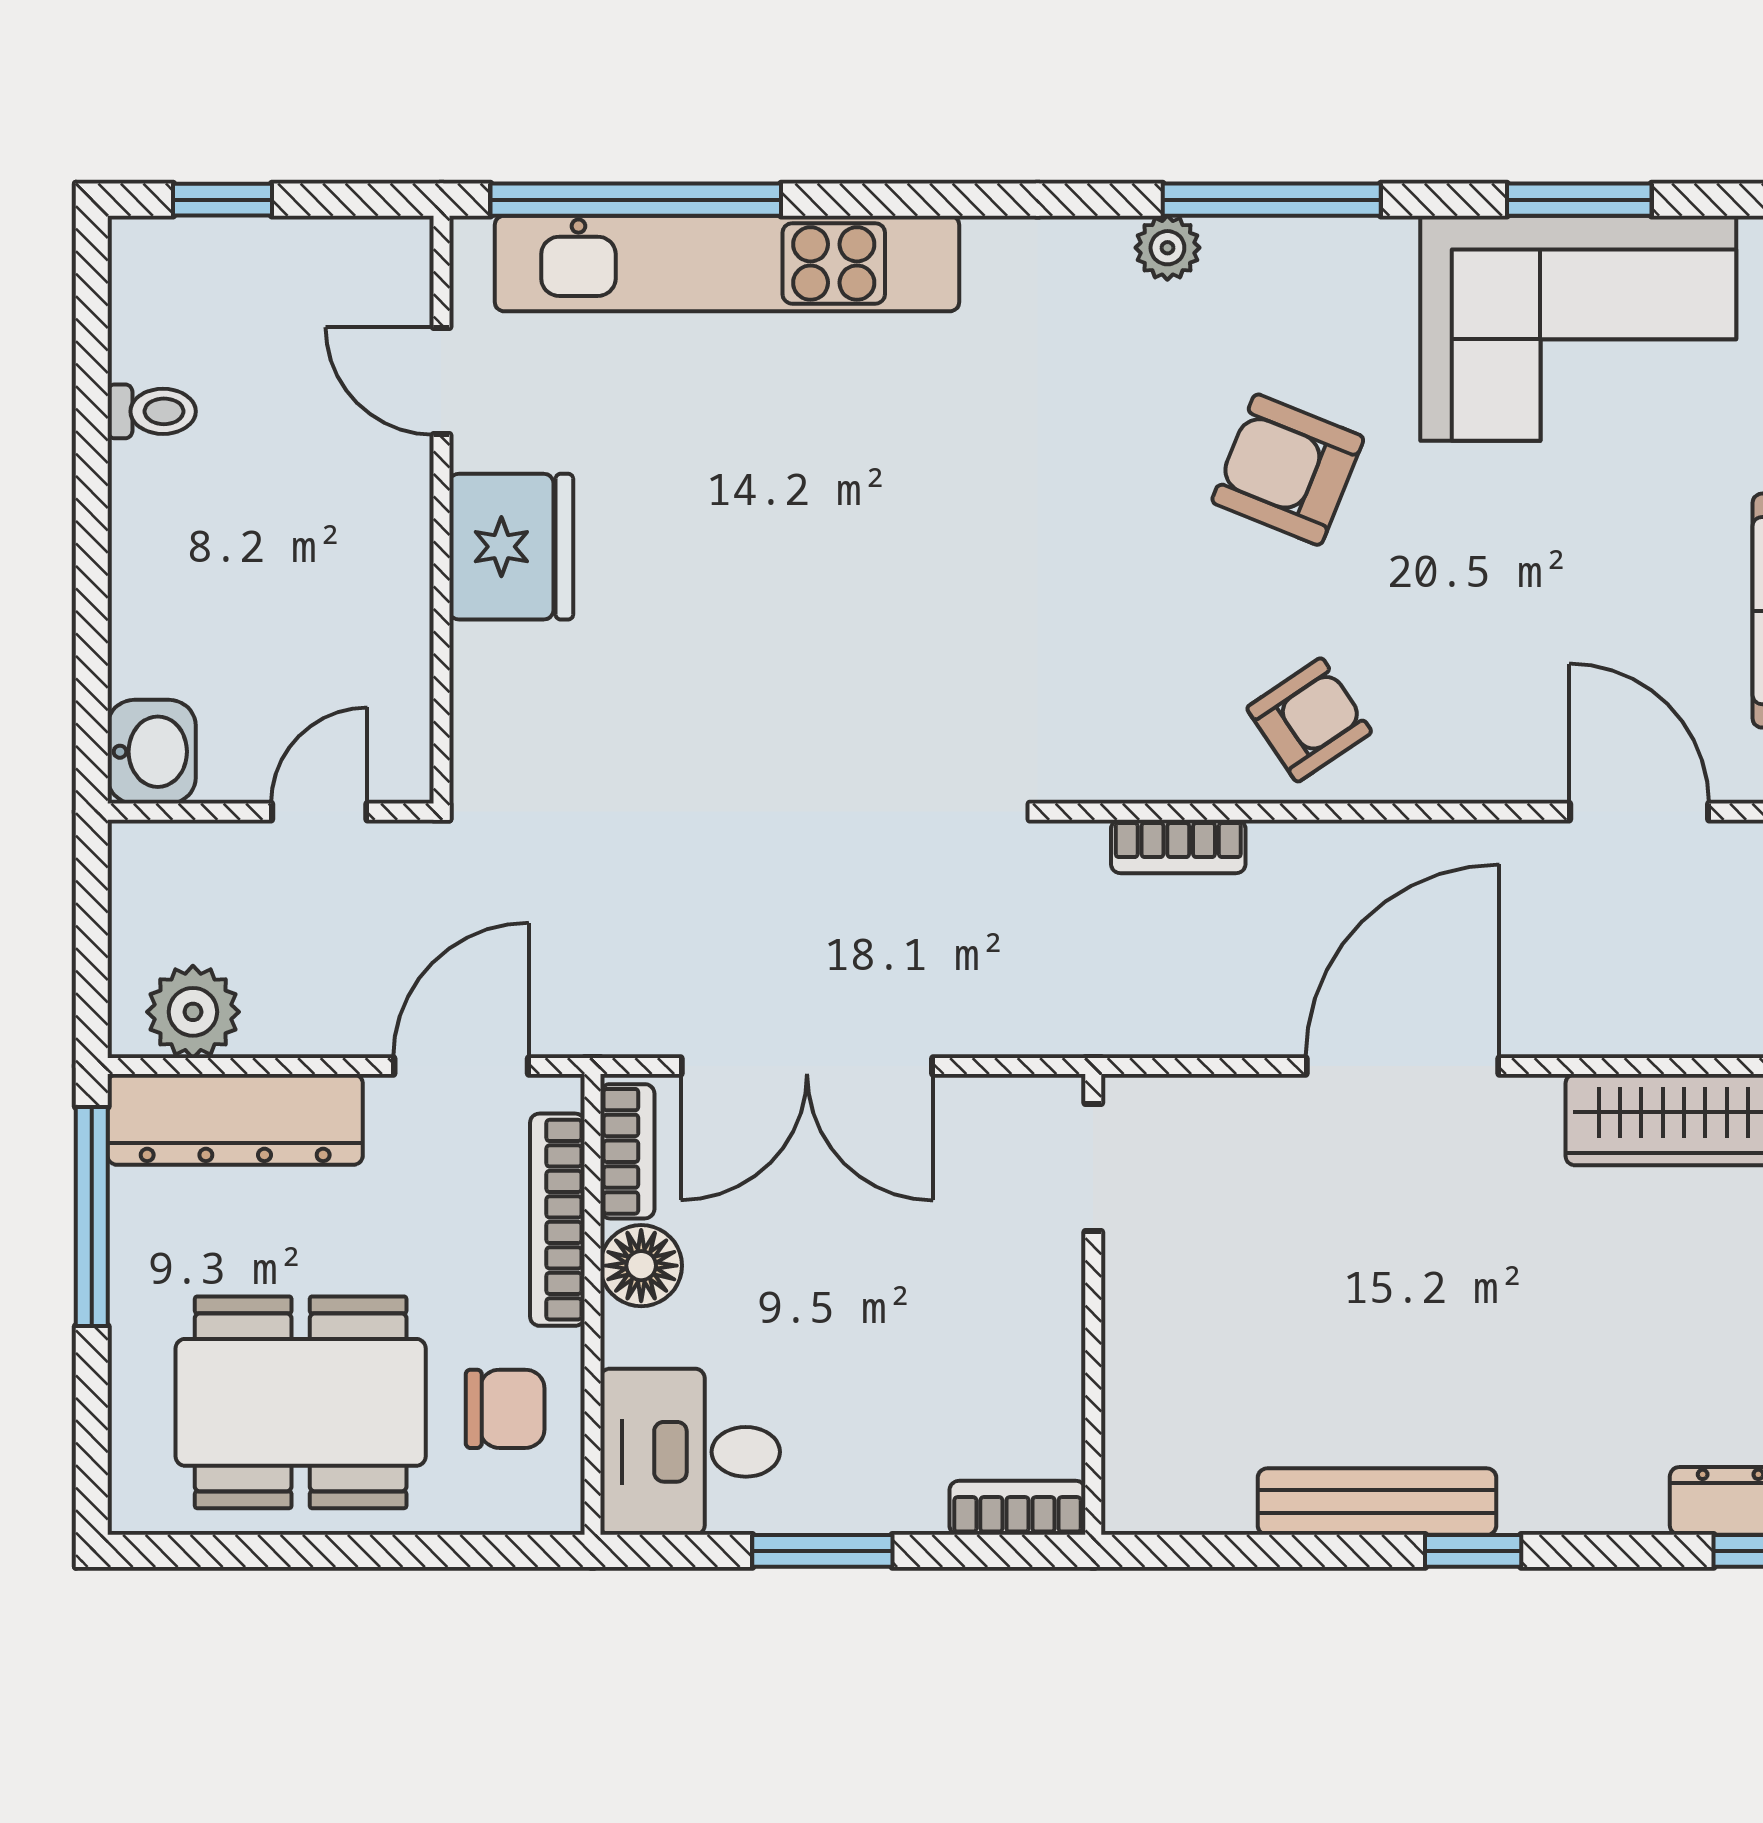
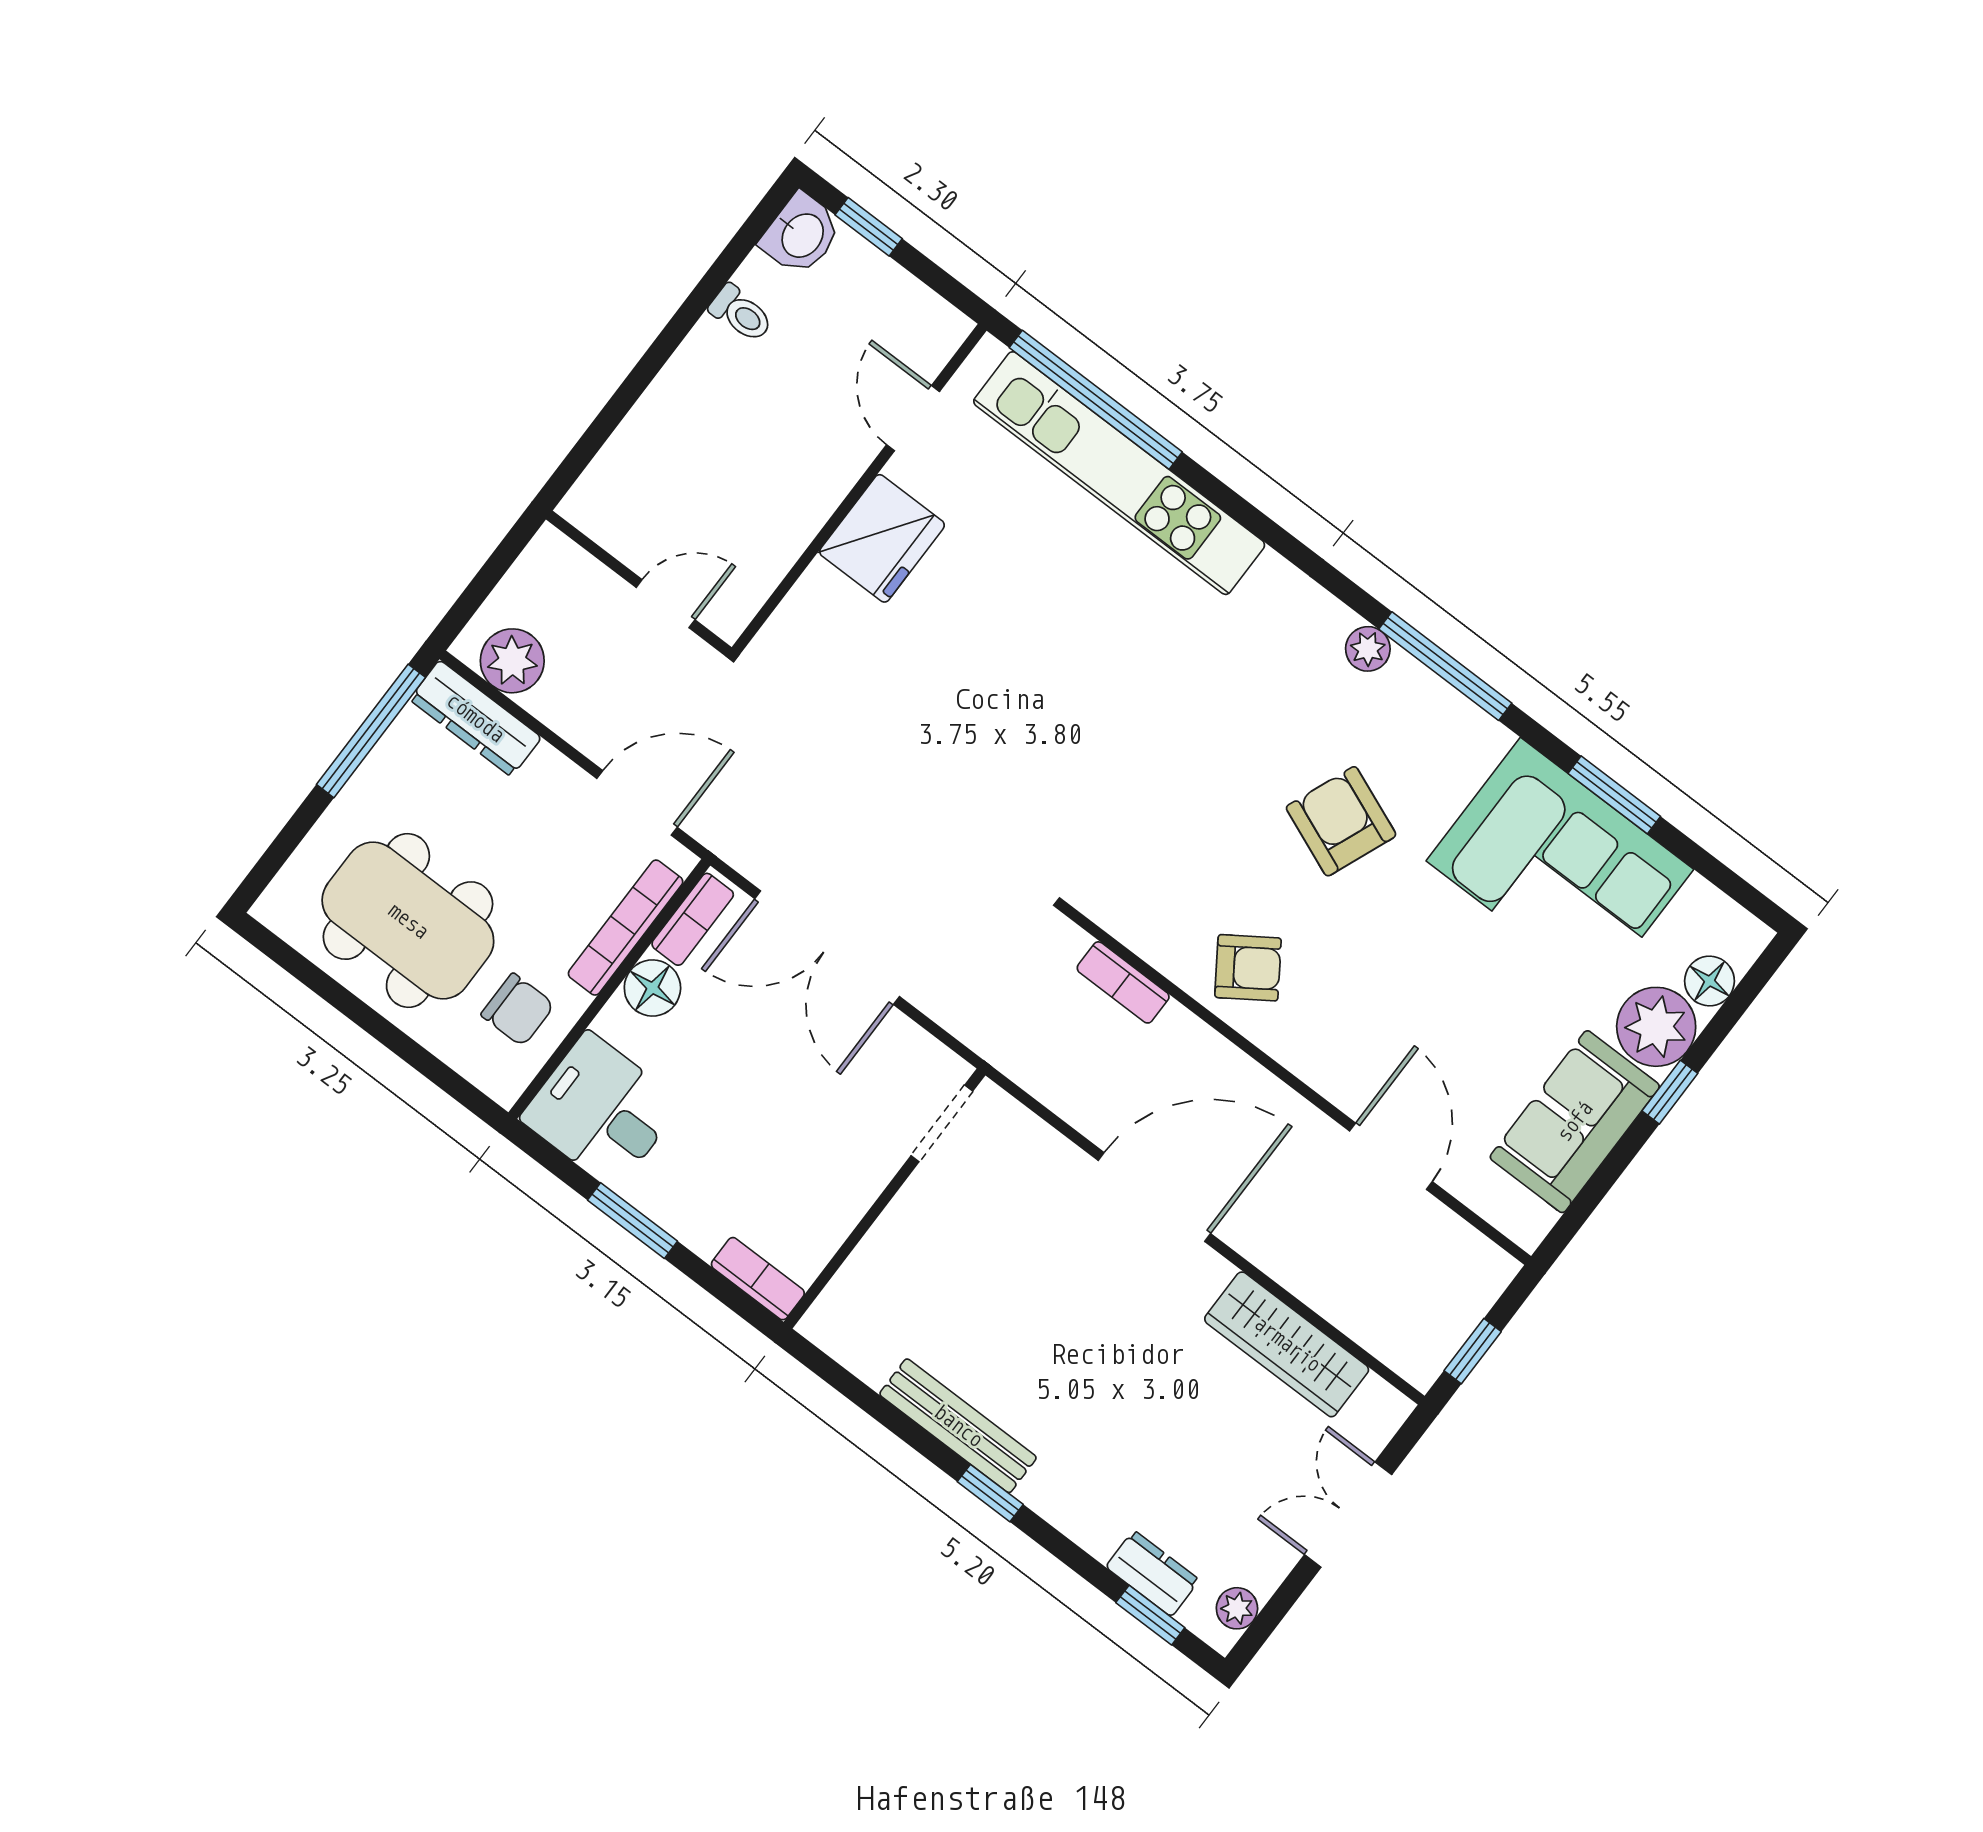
washbasin: (152, 752) -> (801, 234), moved
dresser: (235, 1119) -> (475, 718), width x0.73, depth x0.80

